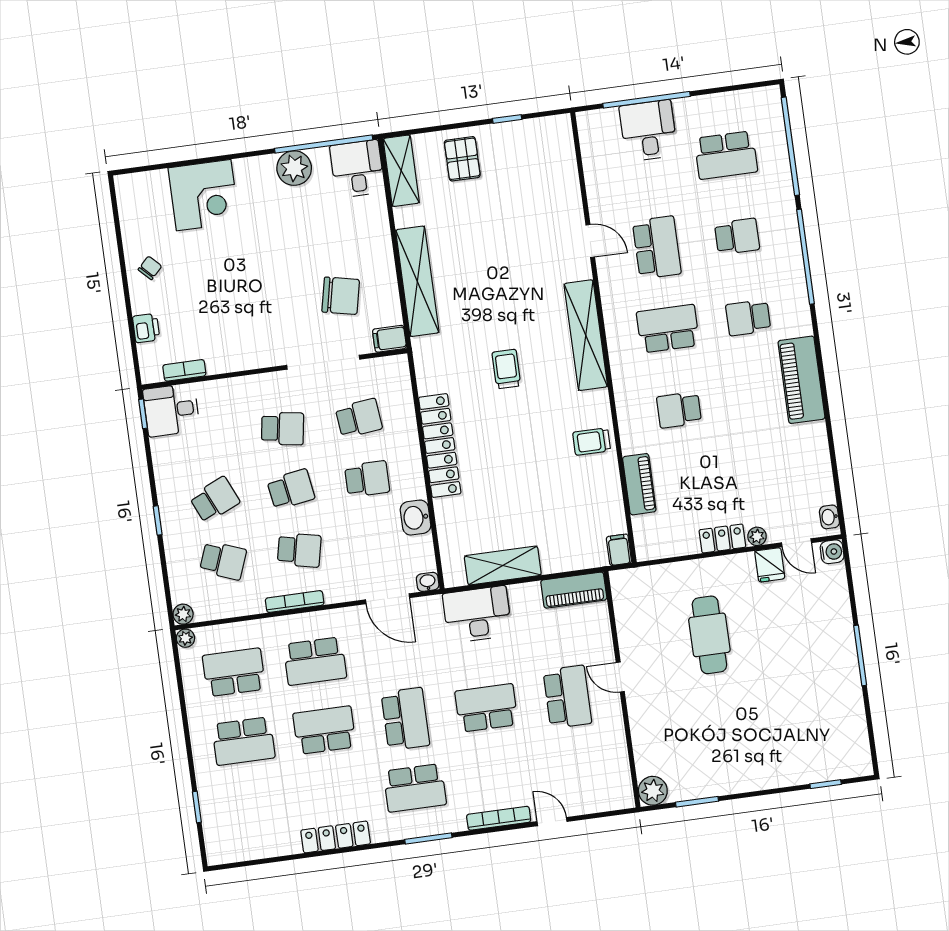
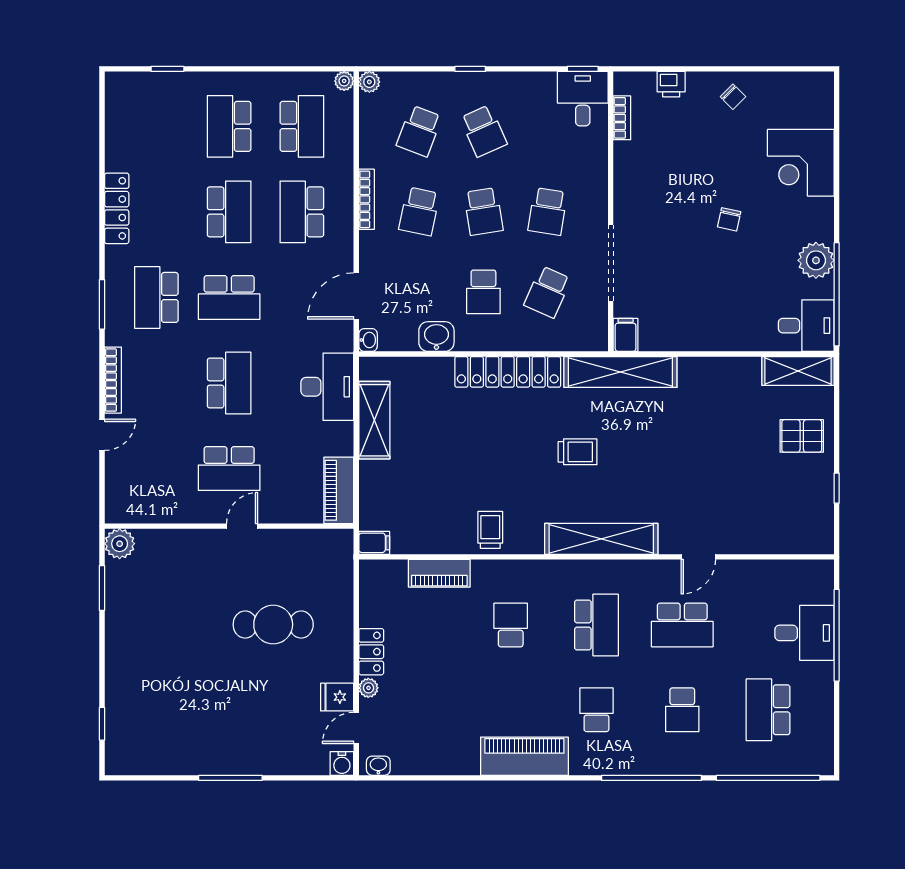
shelving: (417, 281) -> (620, 372), moved
chair: (341, 296) -> (729, 219), moved, width x0.54, depth x0.54
school desk: (359, 418) -> (548, 292), turned 30

